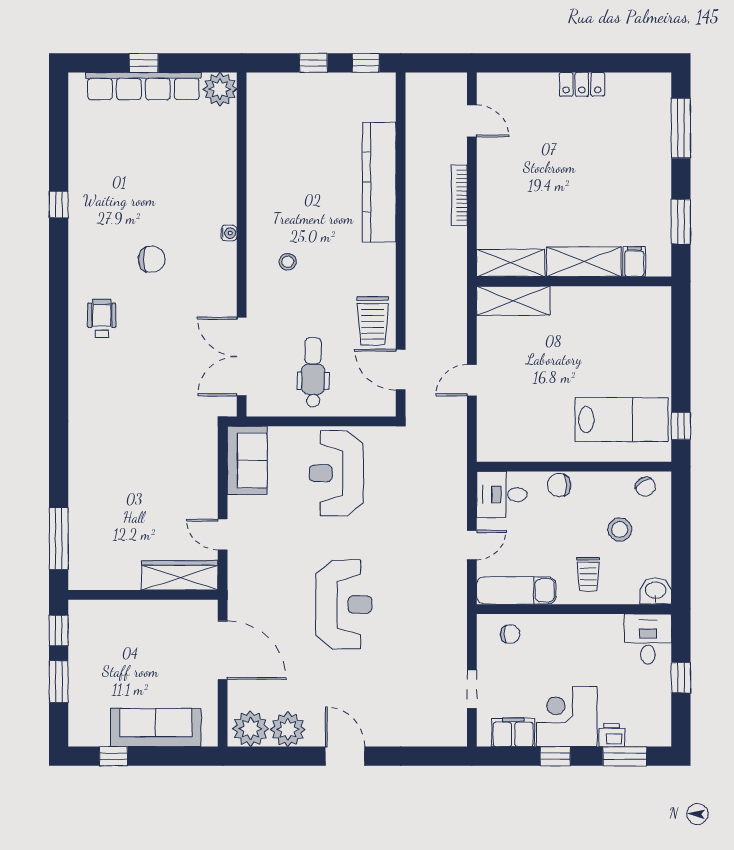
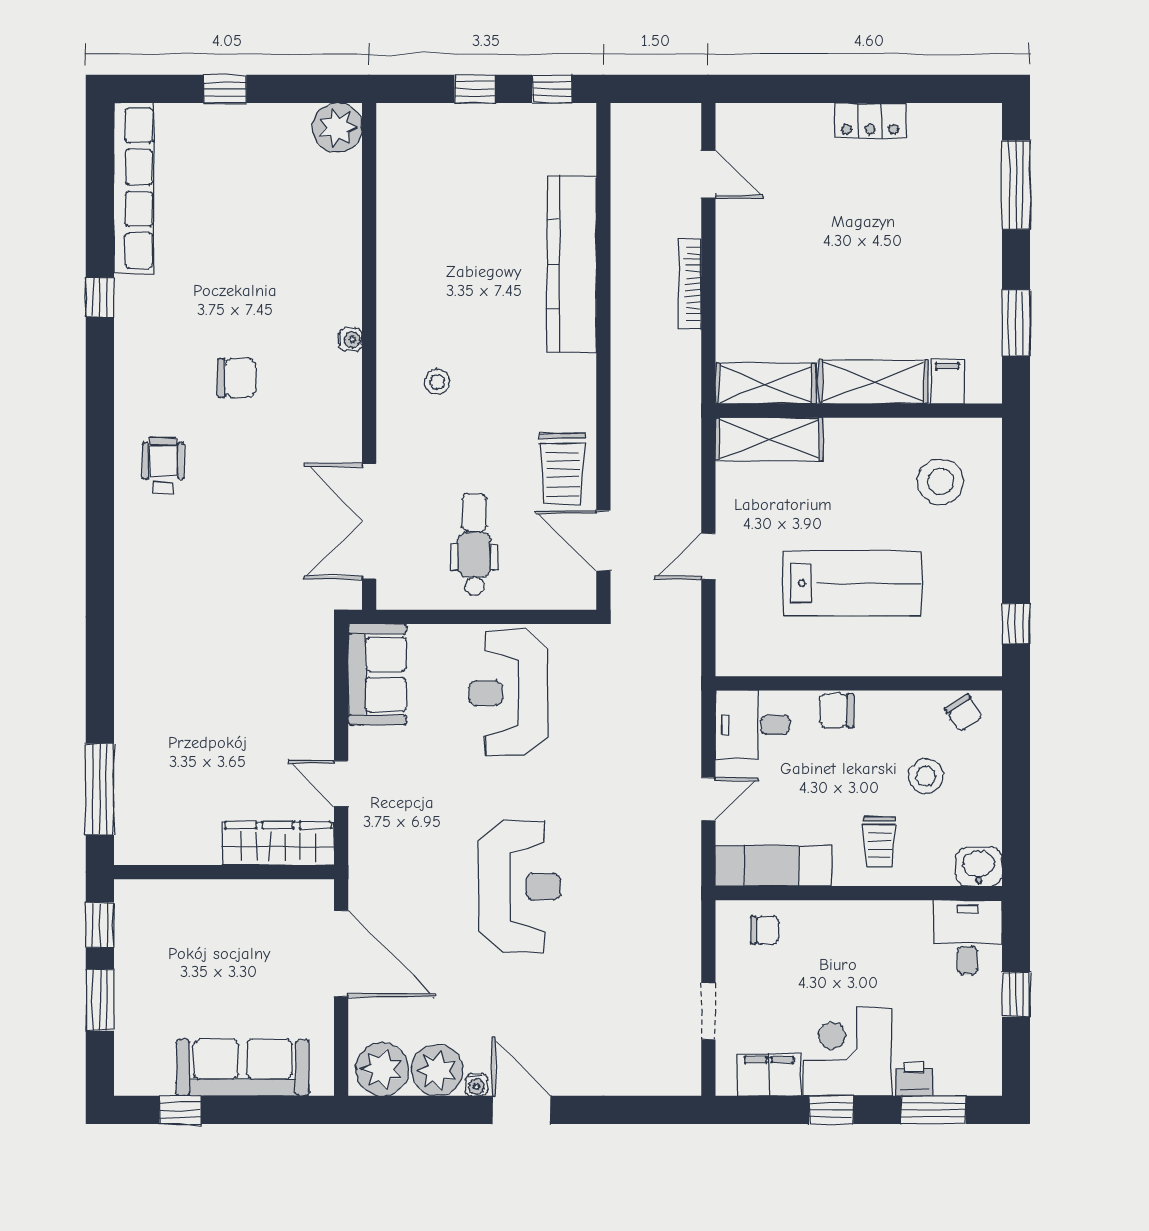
row of seats: (143, 86) -> (134, 188), moved, turned -90
stool: (630, 330) -> (941, 482), added
lab bench: (622, 420) -> (852, 583), moved
water cooler: (315, 739) -> (477, 1085), added

